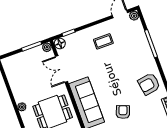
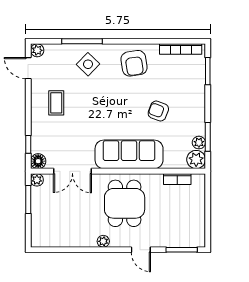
side table: (137, 53) -> (88, 64), added

